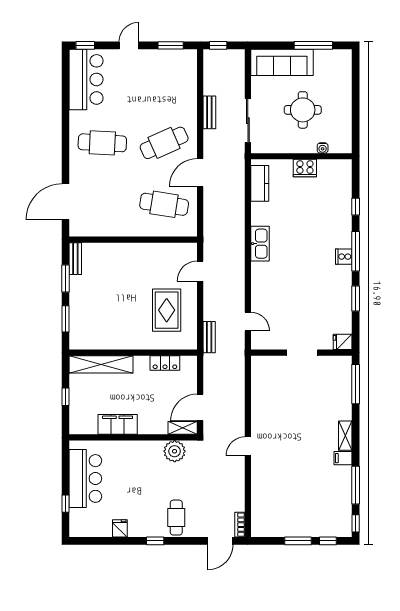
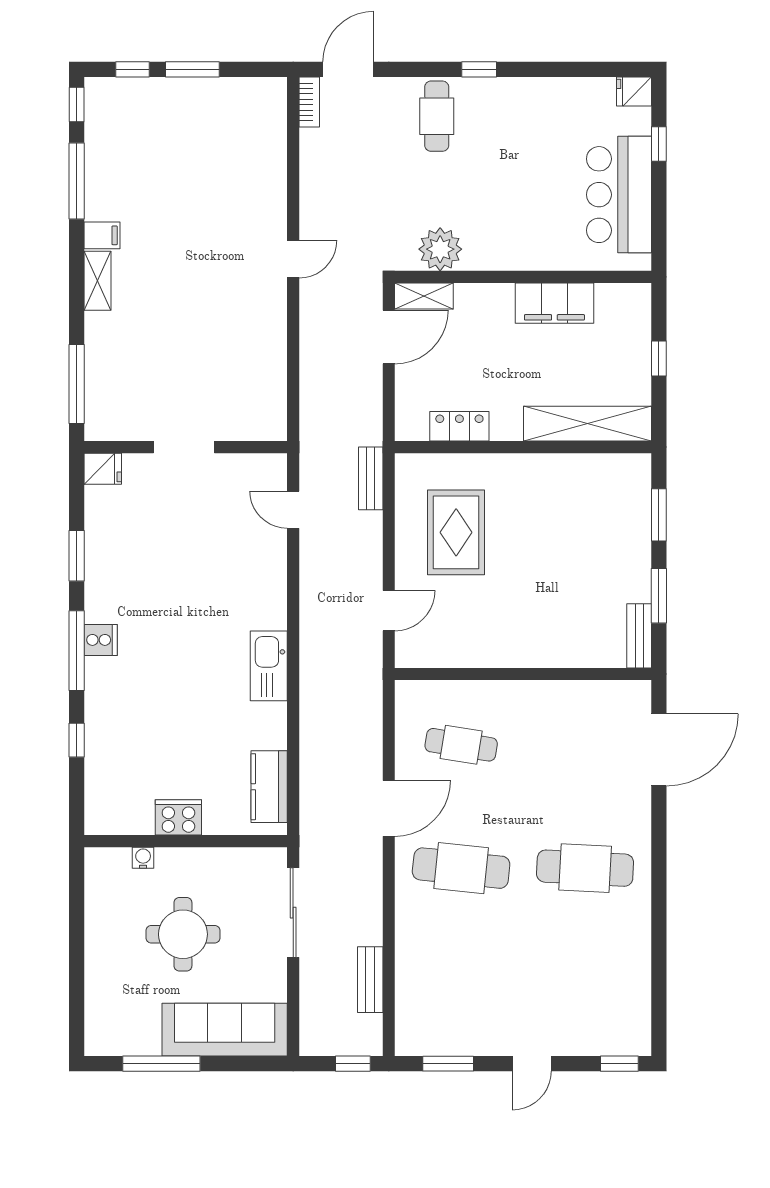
bar counter: (86, 79) -> (618, 995), removed
bench: (209, 112) -> (370, 980), moved
cafe table: (164, 143) -> (461, 868), turned 30
cafe table: (164, 204) -> (461, 745), width x0.73, depth x0.74
fridge: (120, 528) -> (634, 91), moved, turned 90

